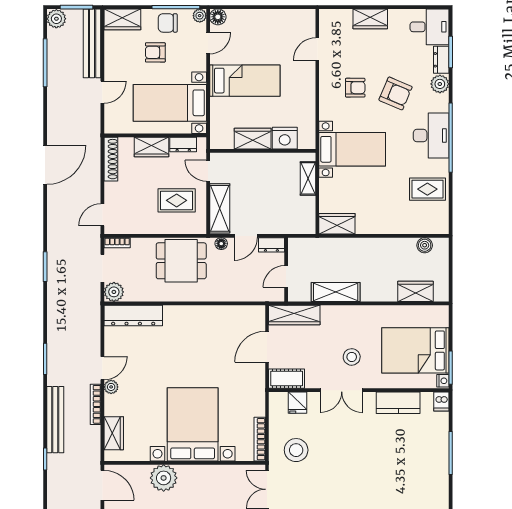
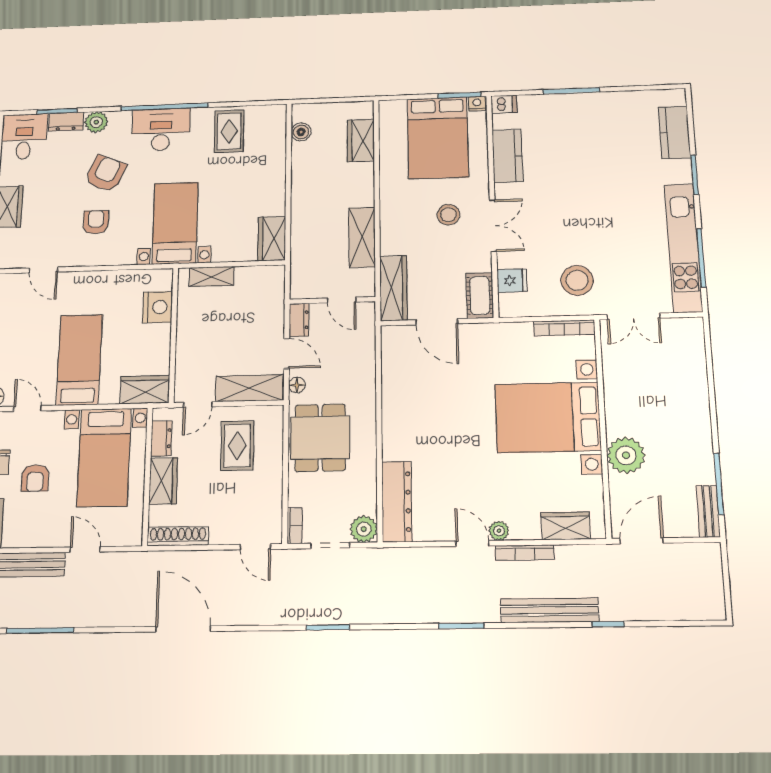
wardrobe: (253, 139) -> (145, 390), moved, turned 90

